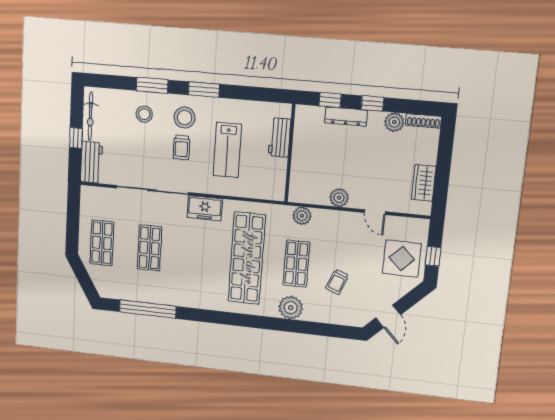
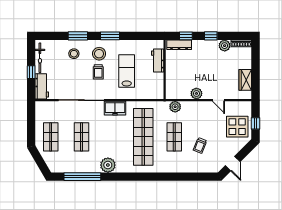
dresser: (346, 117) -> (179, 45), moved
lab bench: (227, 150) -> (127, 71), turned 180
plant: (291, 308) -> (108, 165), moved

